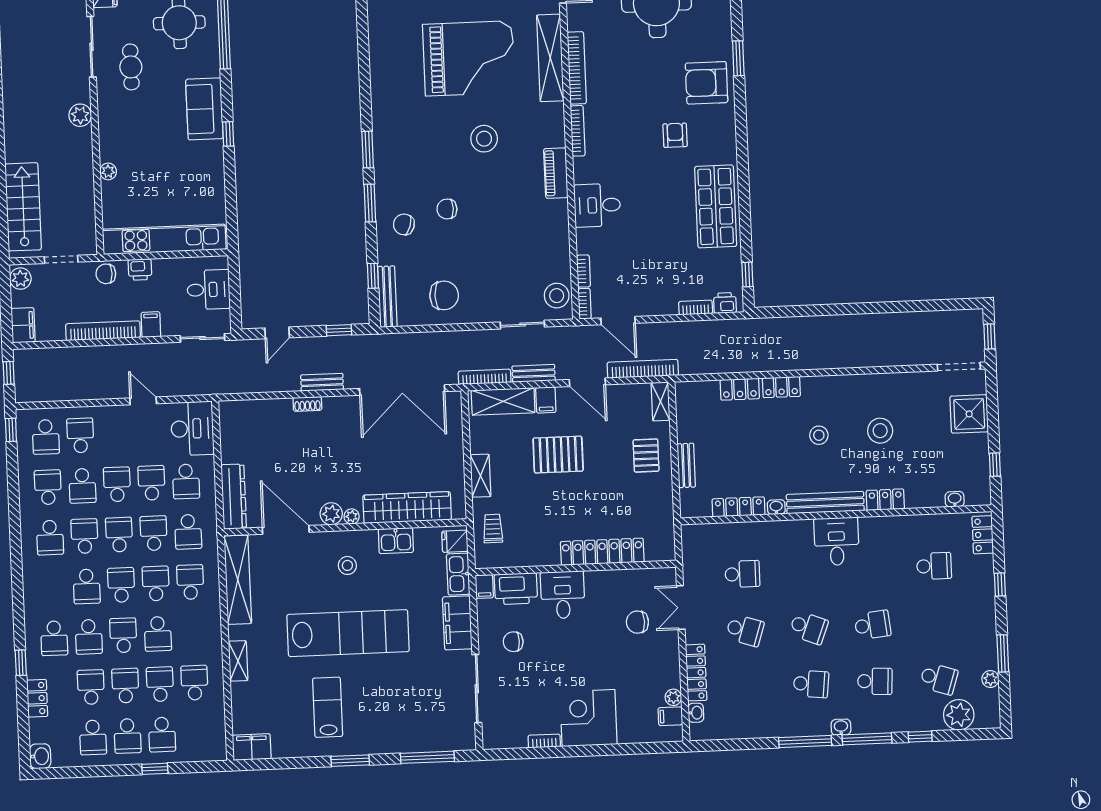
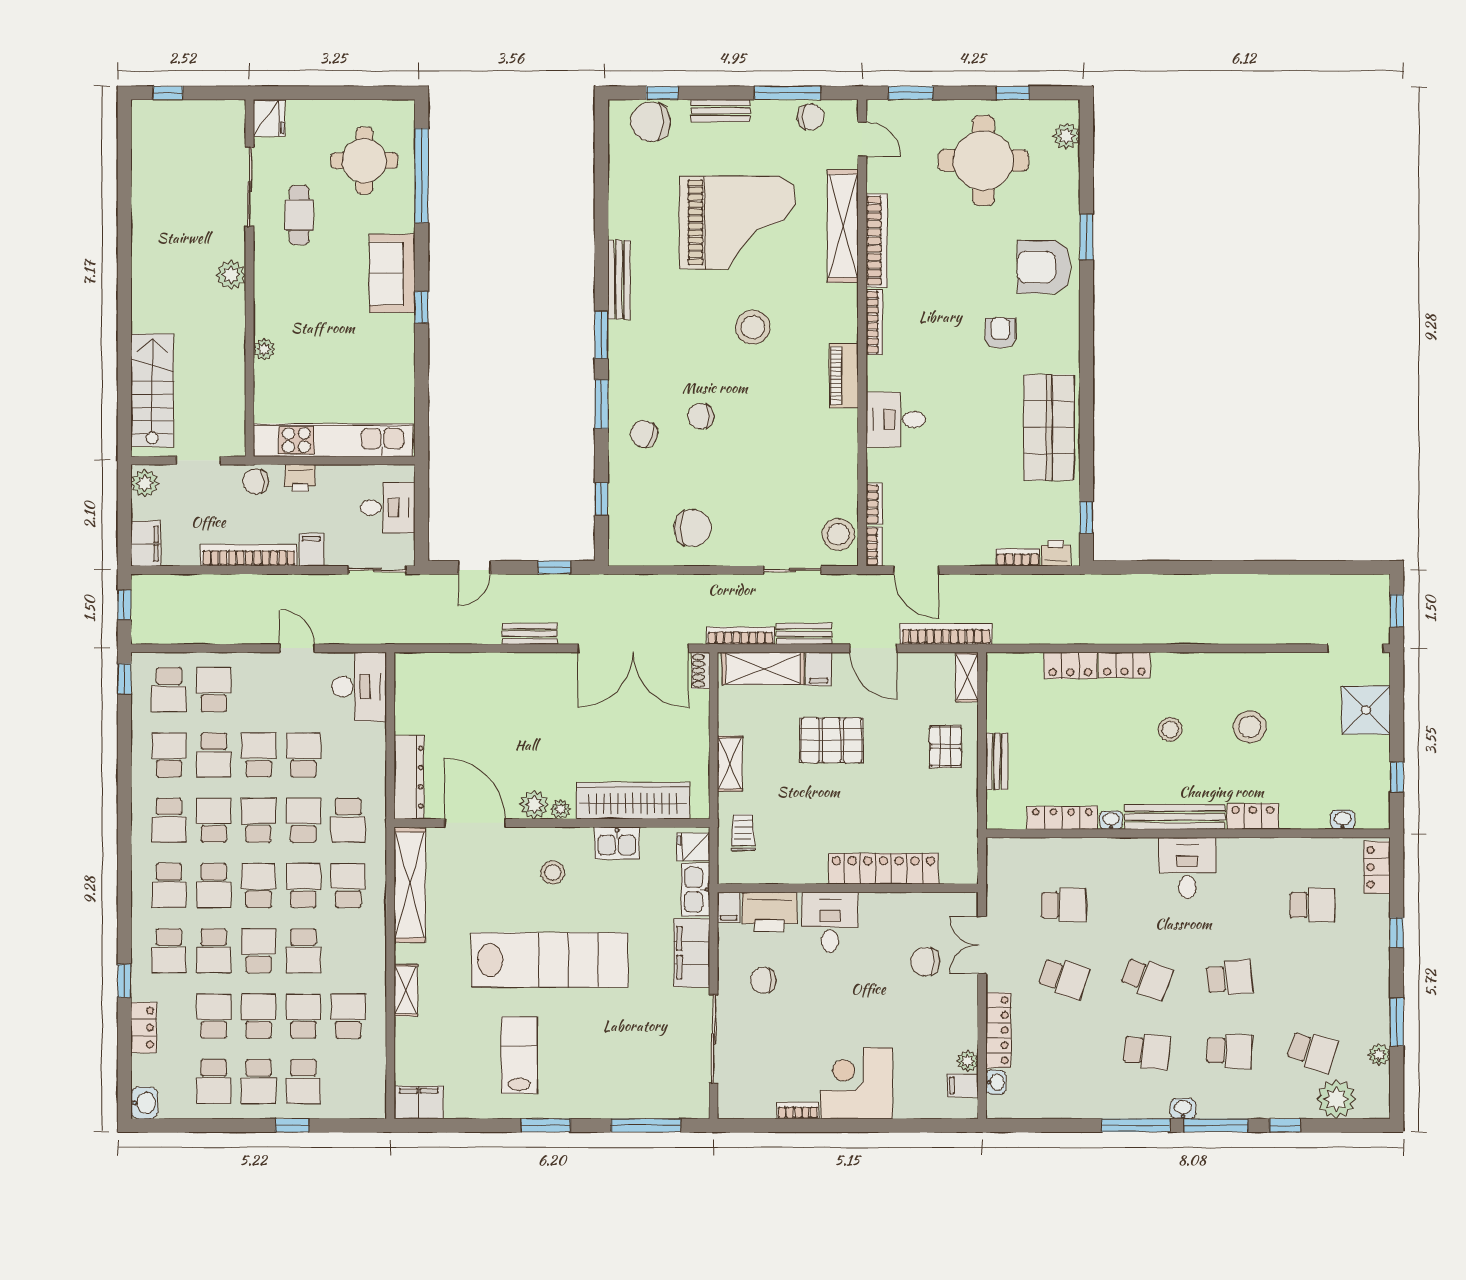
bench: (387, 297) -> (619, 280), moved
shoe rack: (307, 404) -> (701, 671), moved, turned 90
school desk: (186, 481) -> (169, 886), moved

